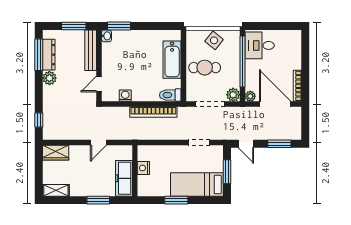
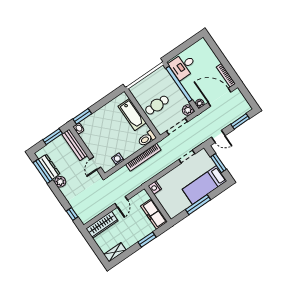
side table: (214, 40) -> (151, 83), removed
wardrobe: (56, 153) -> (102, 225), width x1.50
nightstand: (143, 168) -> (155, 188), moved
window: (176, 200) -> (198, 205), width x1.44

